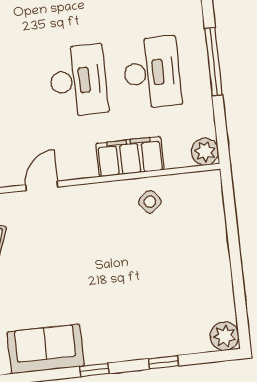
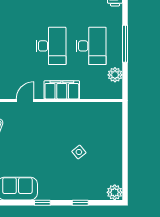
plant: (205, 152) -> (115, 75), moved
filing cabinet: (130, 157) -> (62, 90), moved
side table: (150, 202) -> (79, 152), moved

